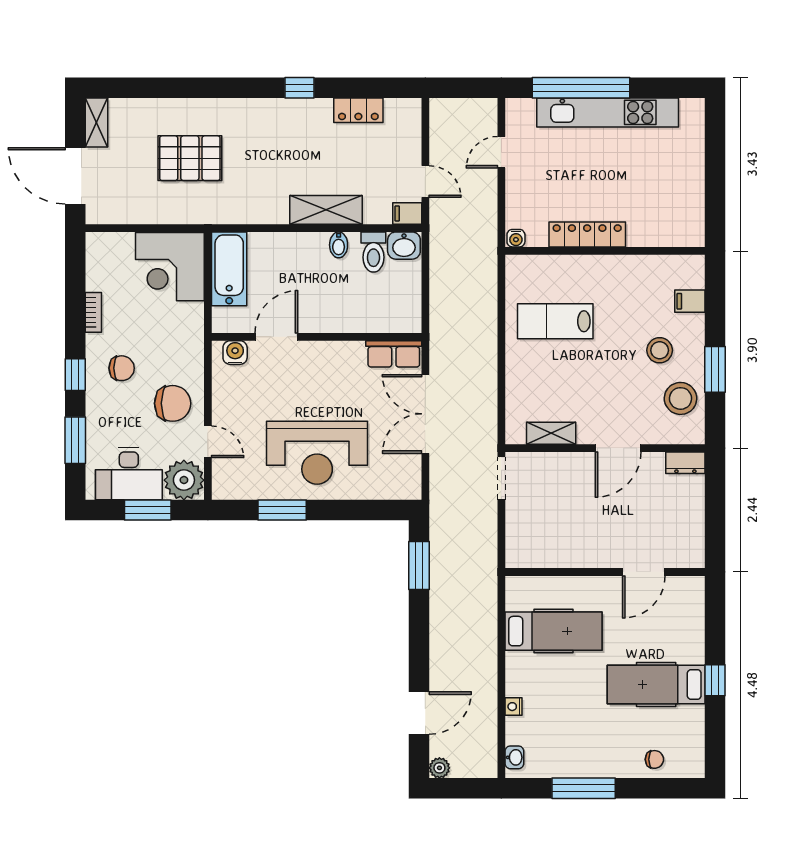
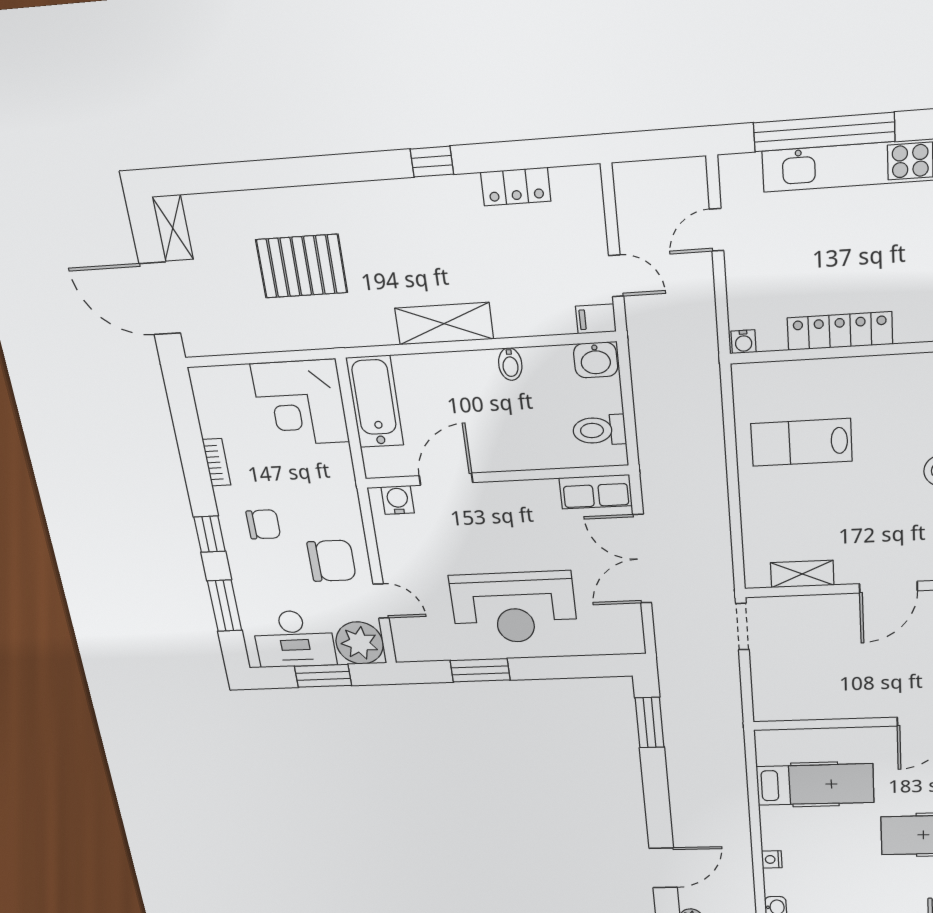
shelving: (326, 210) -> (444, 324), moved
toilet: (373, 252) -> (599, 430), moved, turned 90

